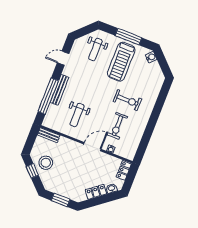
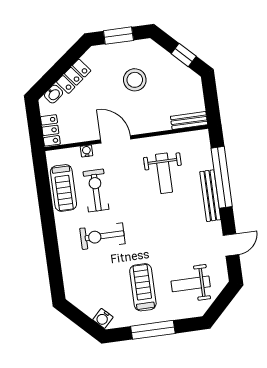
weight bench: (95, 50) -> (191, 284), turned -90
treadmill: (121, 62) -> (143, 287), width x0.73, depth x0.73
weight bench: (77, 115) -> (164, 173), turned 180
treadmill: (134, 137) -> (63, 188), added
door: (92, 147) -> (116, 139), swing flipped
stool: (46, 163) -> (135, 80), moved

